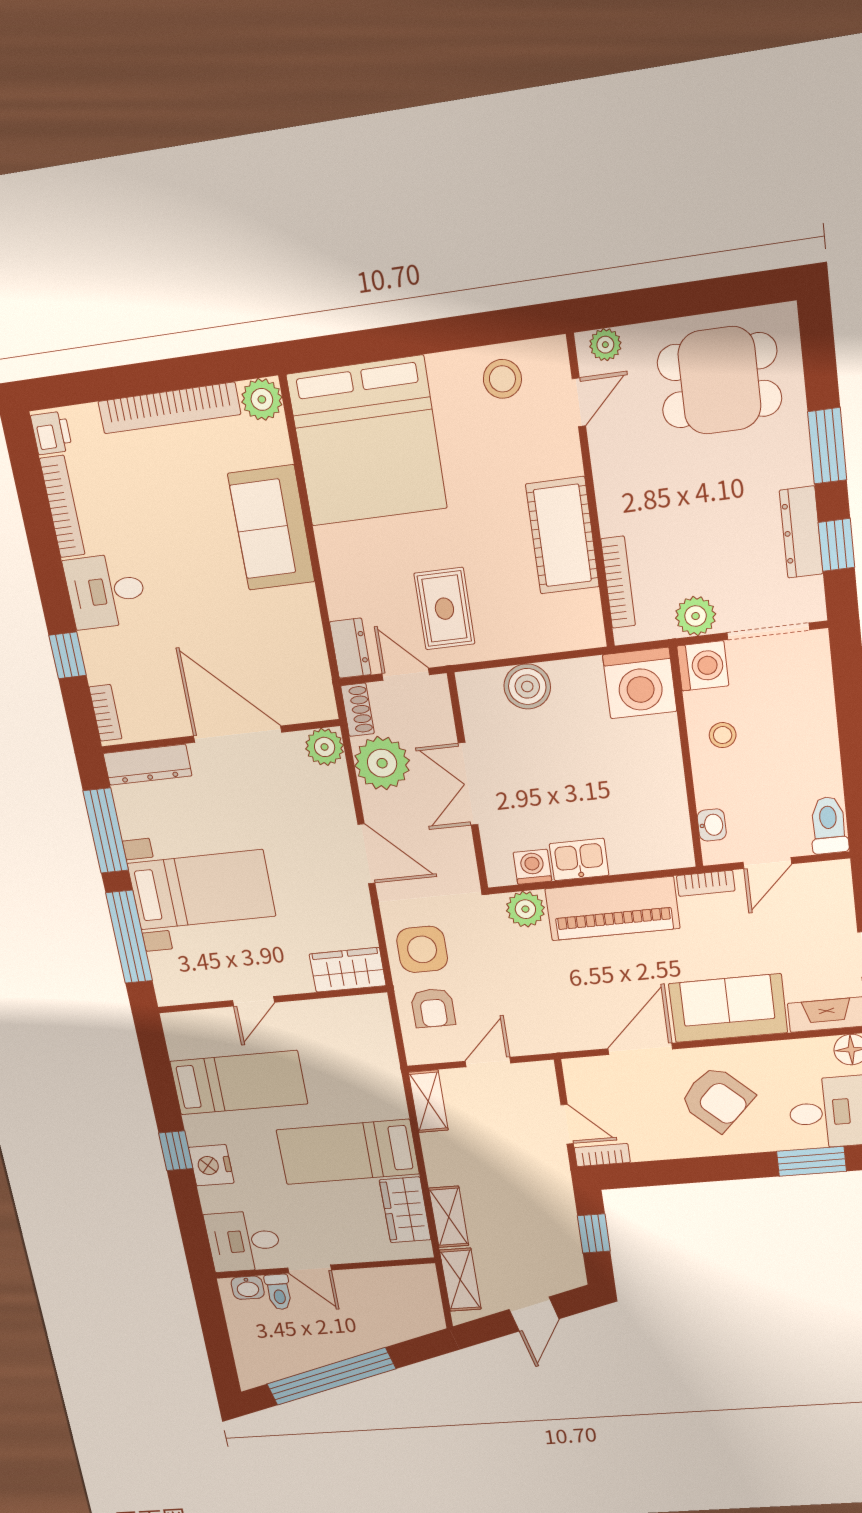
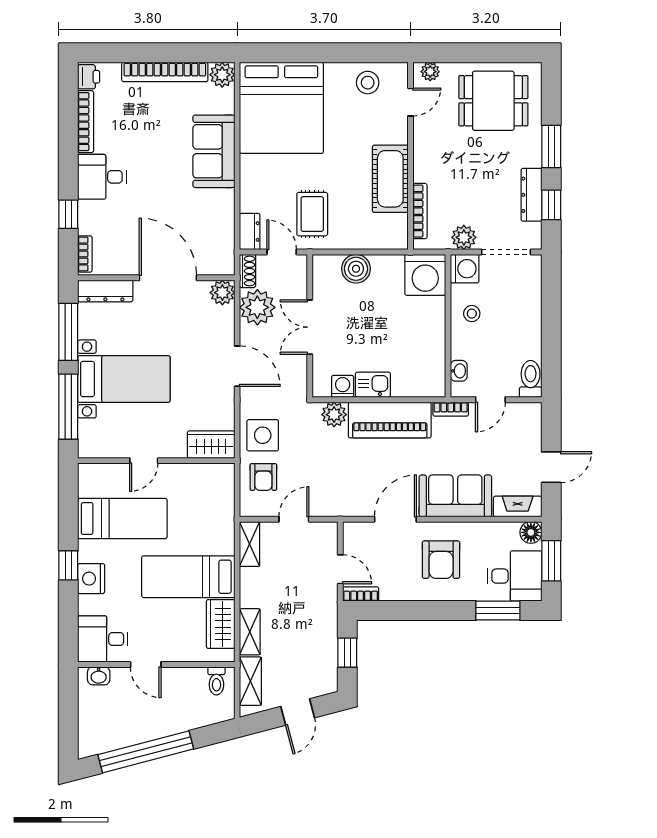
armchair: (717, 1099) -> (441, 560), turned 46
toilet: (279, 1292) -> (216, 681), moved

